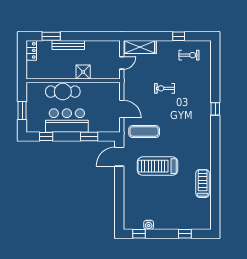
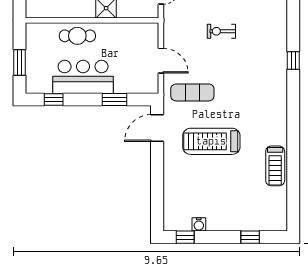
cafe table: (63, 92) -> (77, 36), width x0.73, depth x0.74
treadmill: (203, 183) -> (275, 166), turned 180

